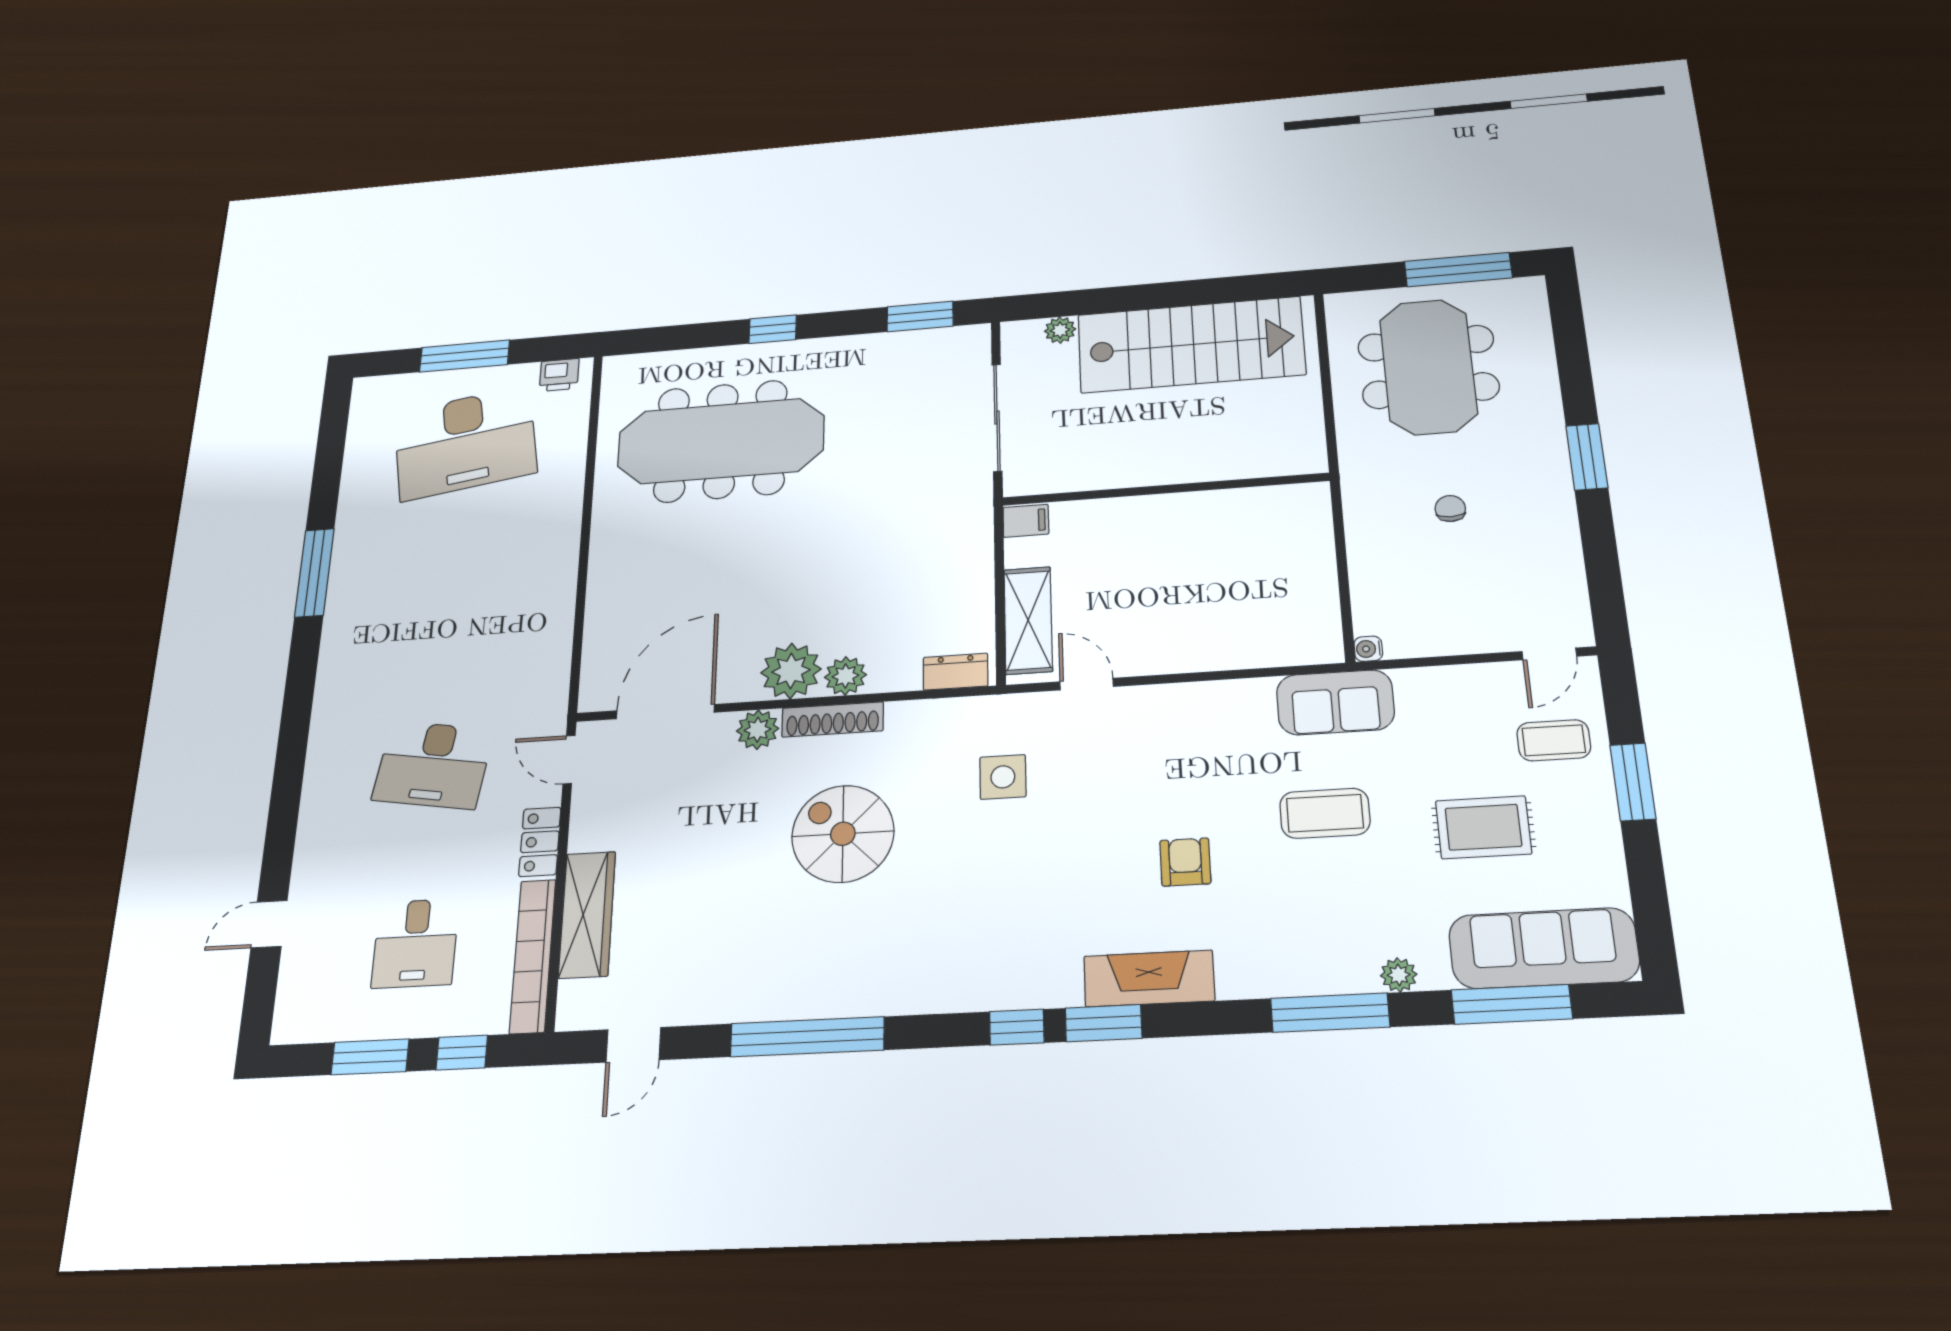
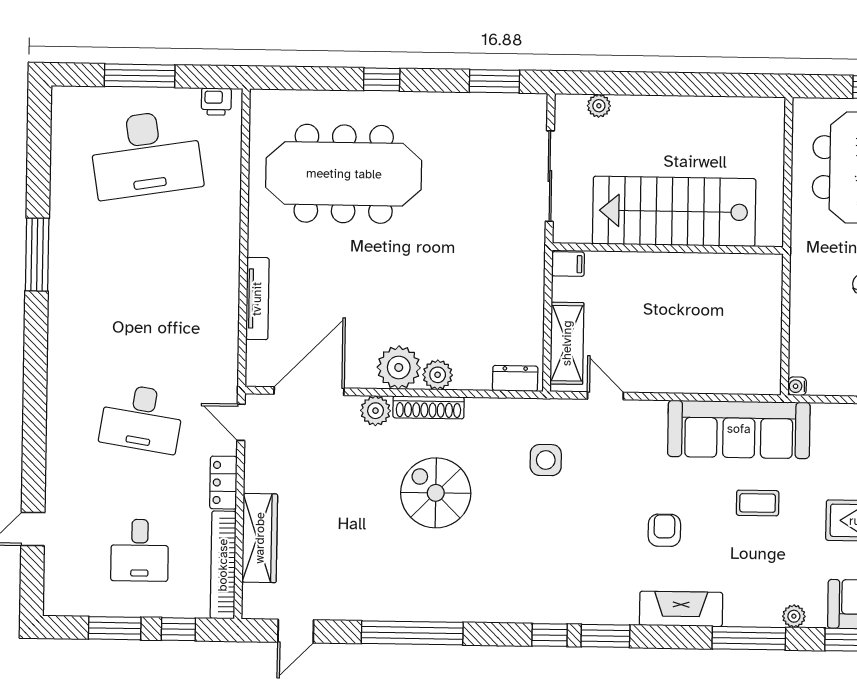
stairs: (1191, 345) -> (674, 211), moved, turned 180
tv unit: (600, 601) -> (257, 299), added
sofa: (1335, 702) -> (739, 429), width x1.85, depth x1.27
coffee table: (1325, 813) -> (758, 503), width x0.73, depth x0.77
fireplace: (1149, 978) -> (681, 609), moved

